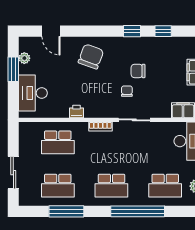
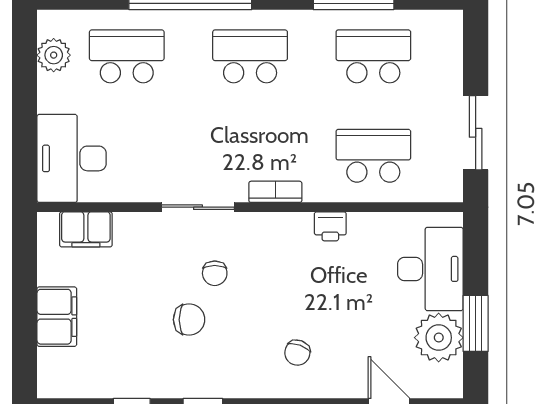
chair: (91, 57) -> (297, 353), width x0.54, depth x0.54
plant: (24, 58) -> (439, 338), width x1.87, depth x1.87
sliding door: (13, 173) -> (476, 133), moved

